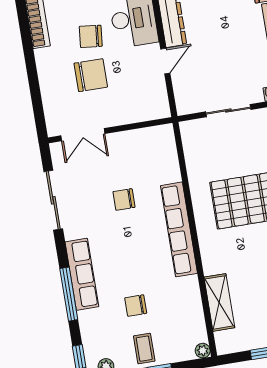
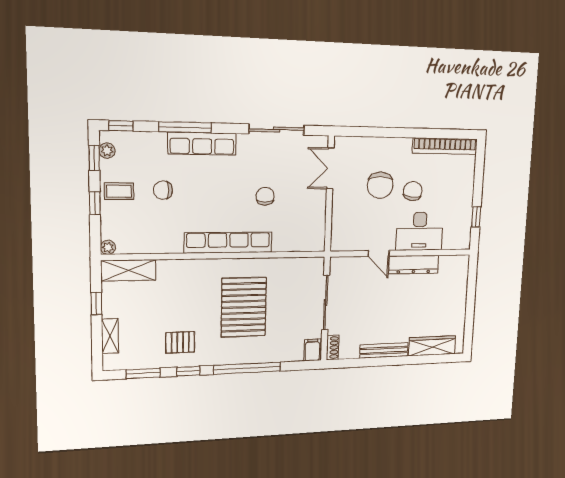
sliding door: (228, 111) -> (326, 302), width x1.37
shelving: (219, 302) -> (128, 270), moved
chair: (136, 306) -> (163, 190), turned -90

